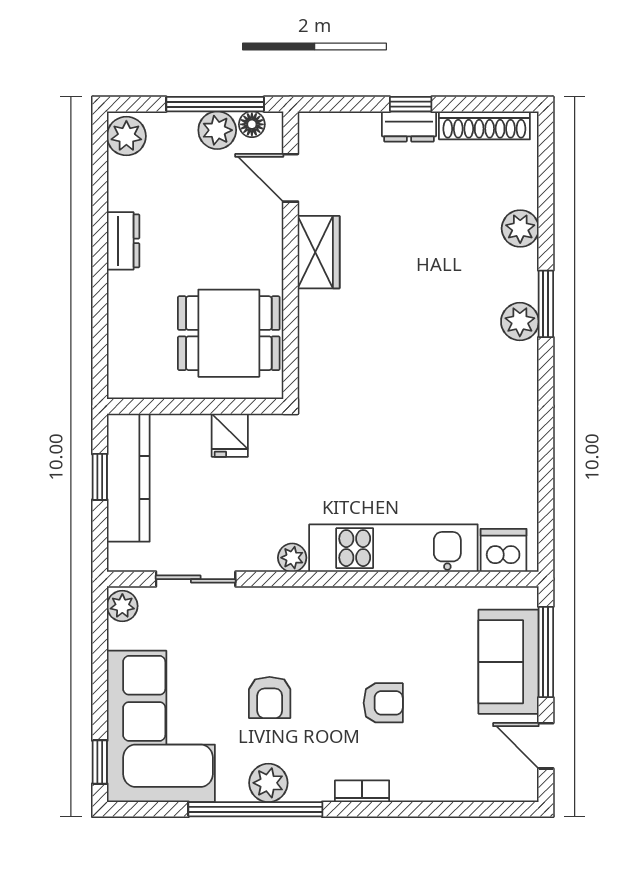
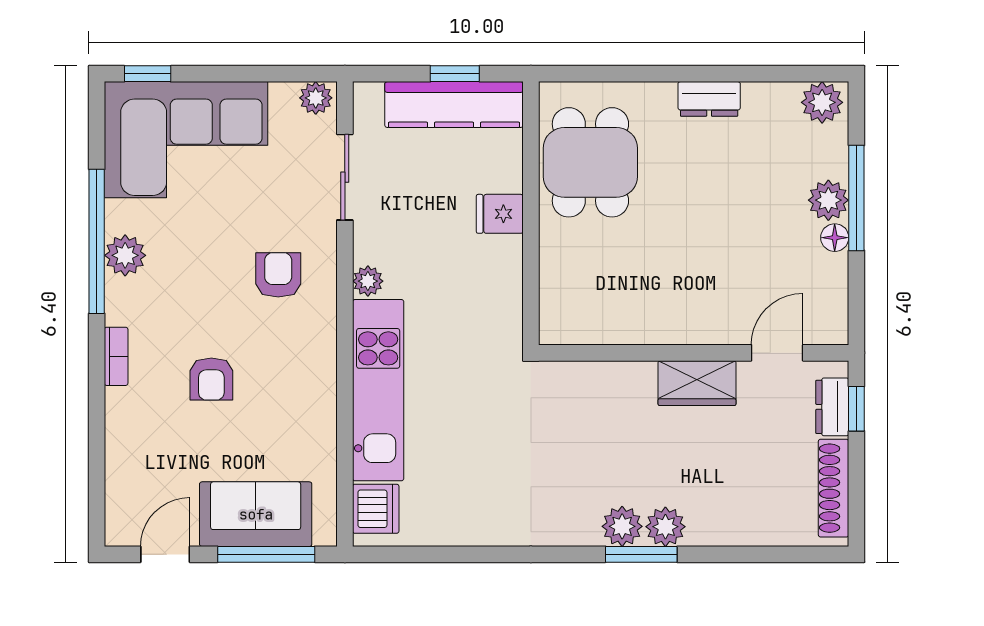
door: (290, 178) -> (777, 353), moved
plant: (520, 228) -> (665, 527), moved
wardrobe: (319, 252) -> (697, 383), moved
wall: (290, 255) -> (694, 353), moved
dining table: (229, 333) -> (590, 162), moved
armchair: (270, 698) -> (278, 275), moved, turned 90

